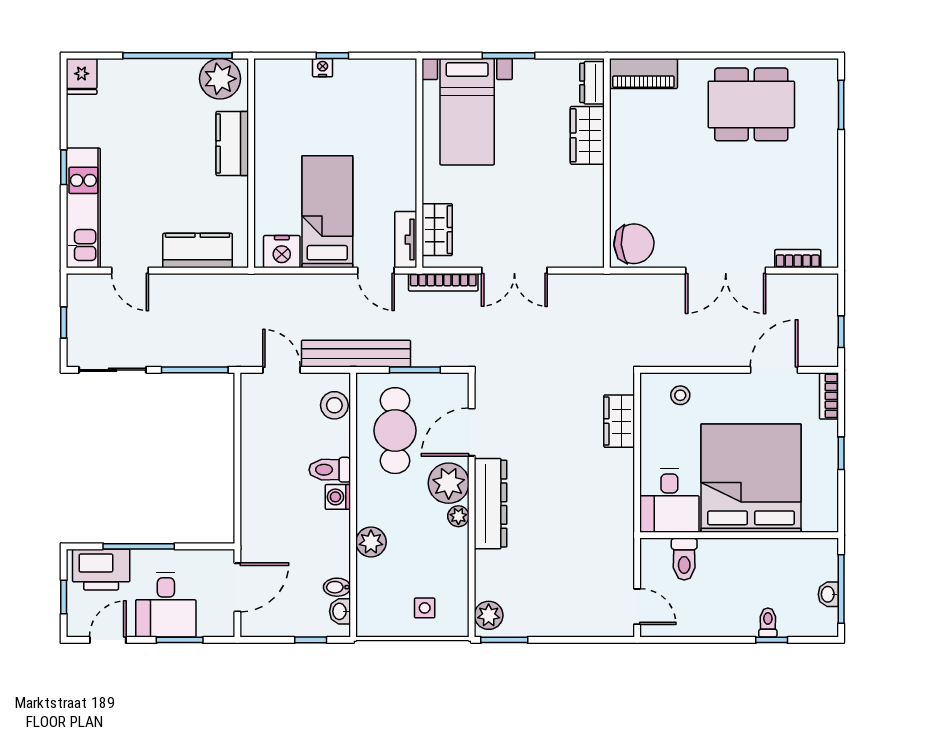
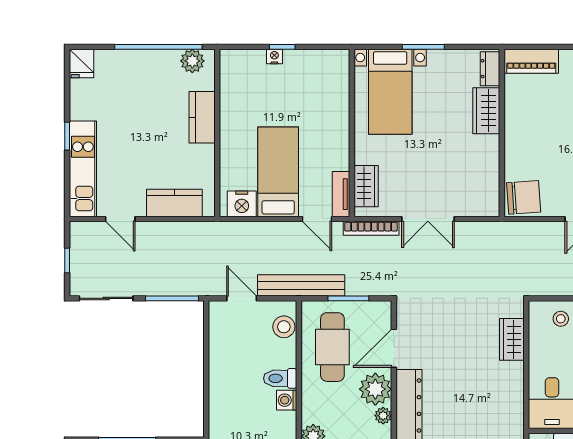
plant: (220, 79) -> (192, 61), width x0.73, depth x0.73

